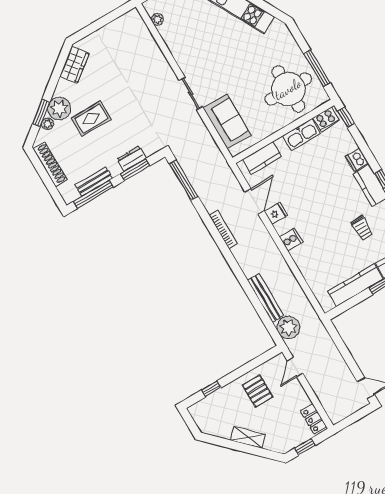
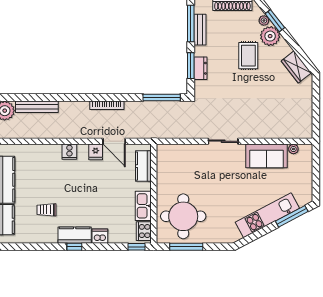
sofa: (227, 121) -> (267, 156), moved

